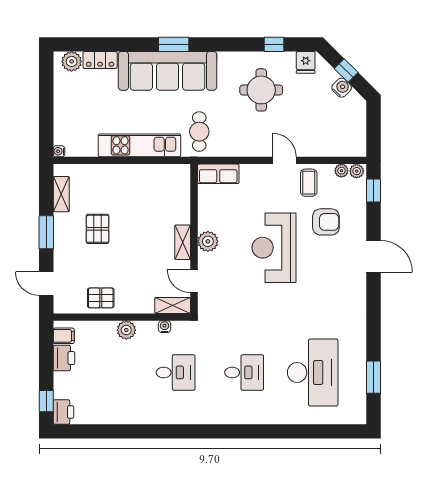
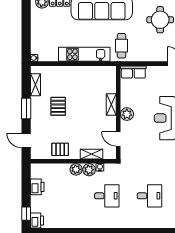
shelving: (183, 242) -> (111, 105), moved
shelving: (173, 305) -> (92, 154), moved
plant: (147, 331) -> (89, 170), added
filing cabinet: (64, 336) -> (37, 173), removed

